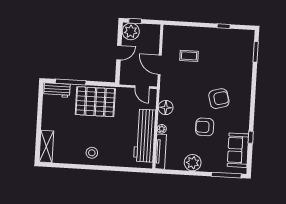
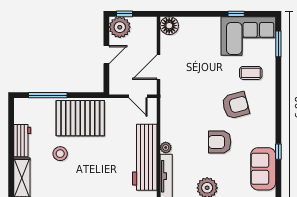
corner sofa: (232, 44) -> (248, 36), added
coffee table: (189, 56) -> (251, 73), moved
door: (160, 65) -> (158, 67), hinge flipped
workbench: (57, 90) -> (22, 141), moved, turned -90
floor lamp: (166, 108) -> (169, 26), moved
stool: (92, 153) -> (60, 154), moved

